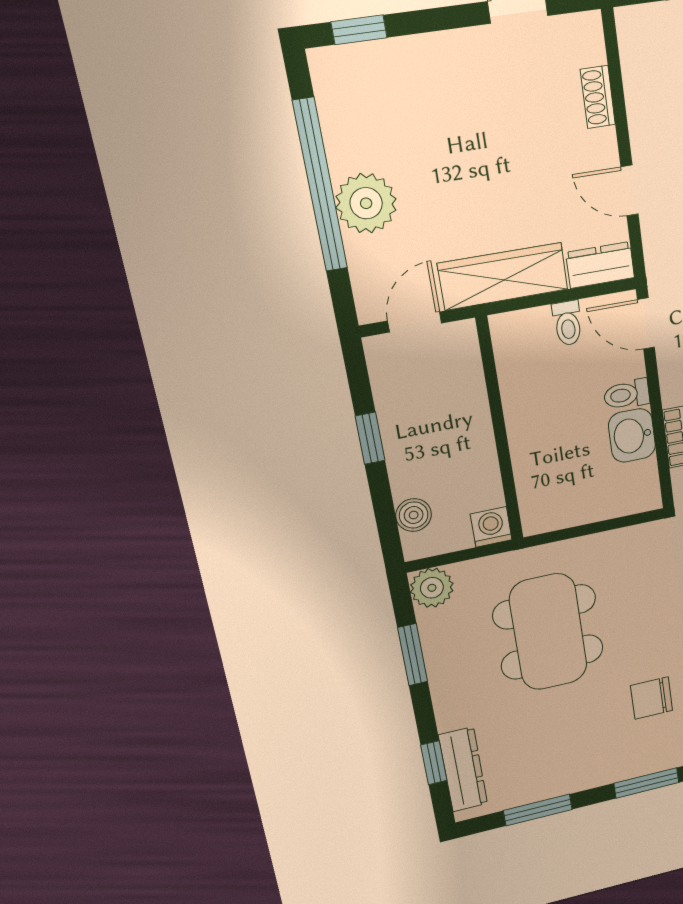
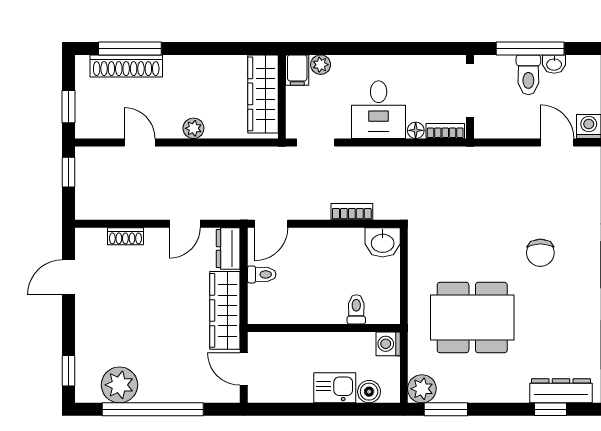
plant: (366, 203) -> (119, 385), moved
toilet: (627, 394) -> (356, 309), moved, turned 180
washbasin: (632, 435) -> (383, 242), moved
window: (370, 438) -> (312, 409), removed
kitchen sink: (410, 465) -> (335, 388), added
window: (413, 655) -> (446, 409), moved

